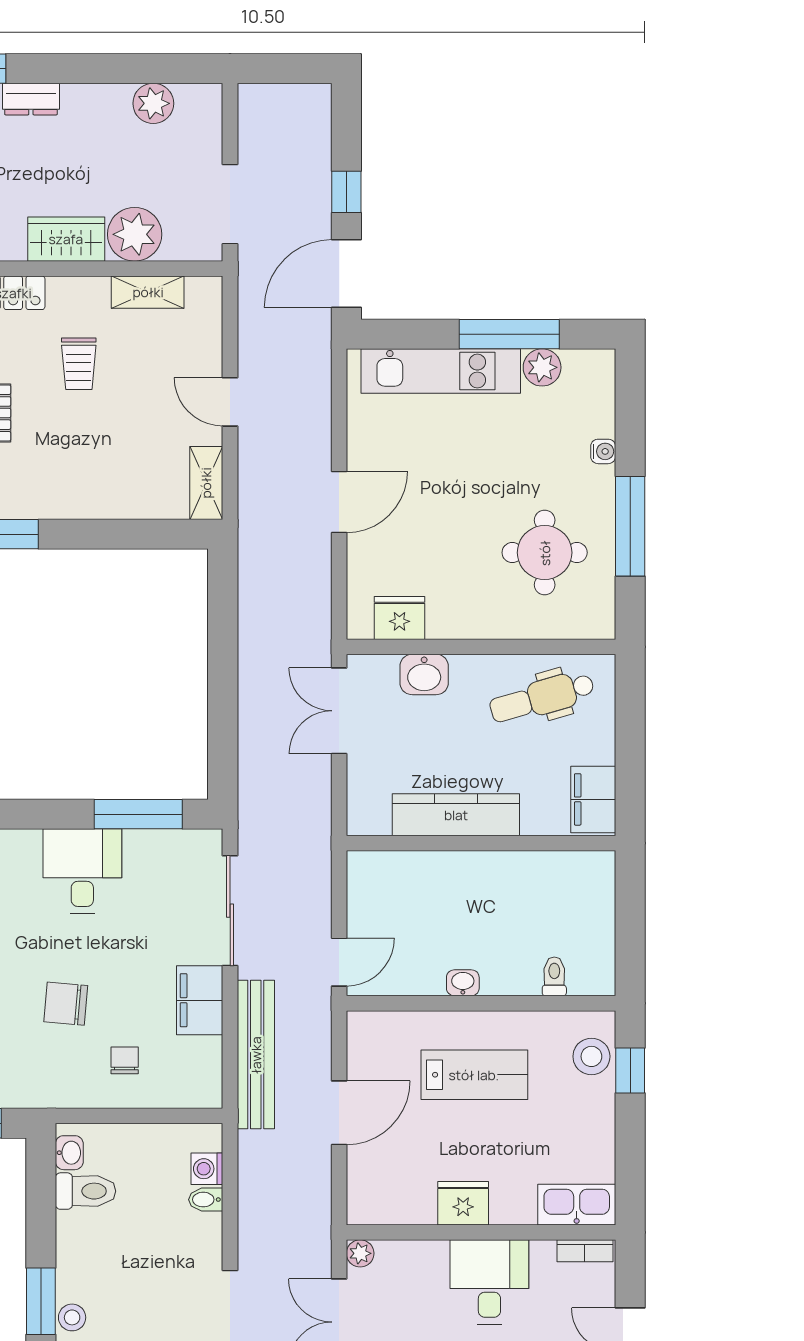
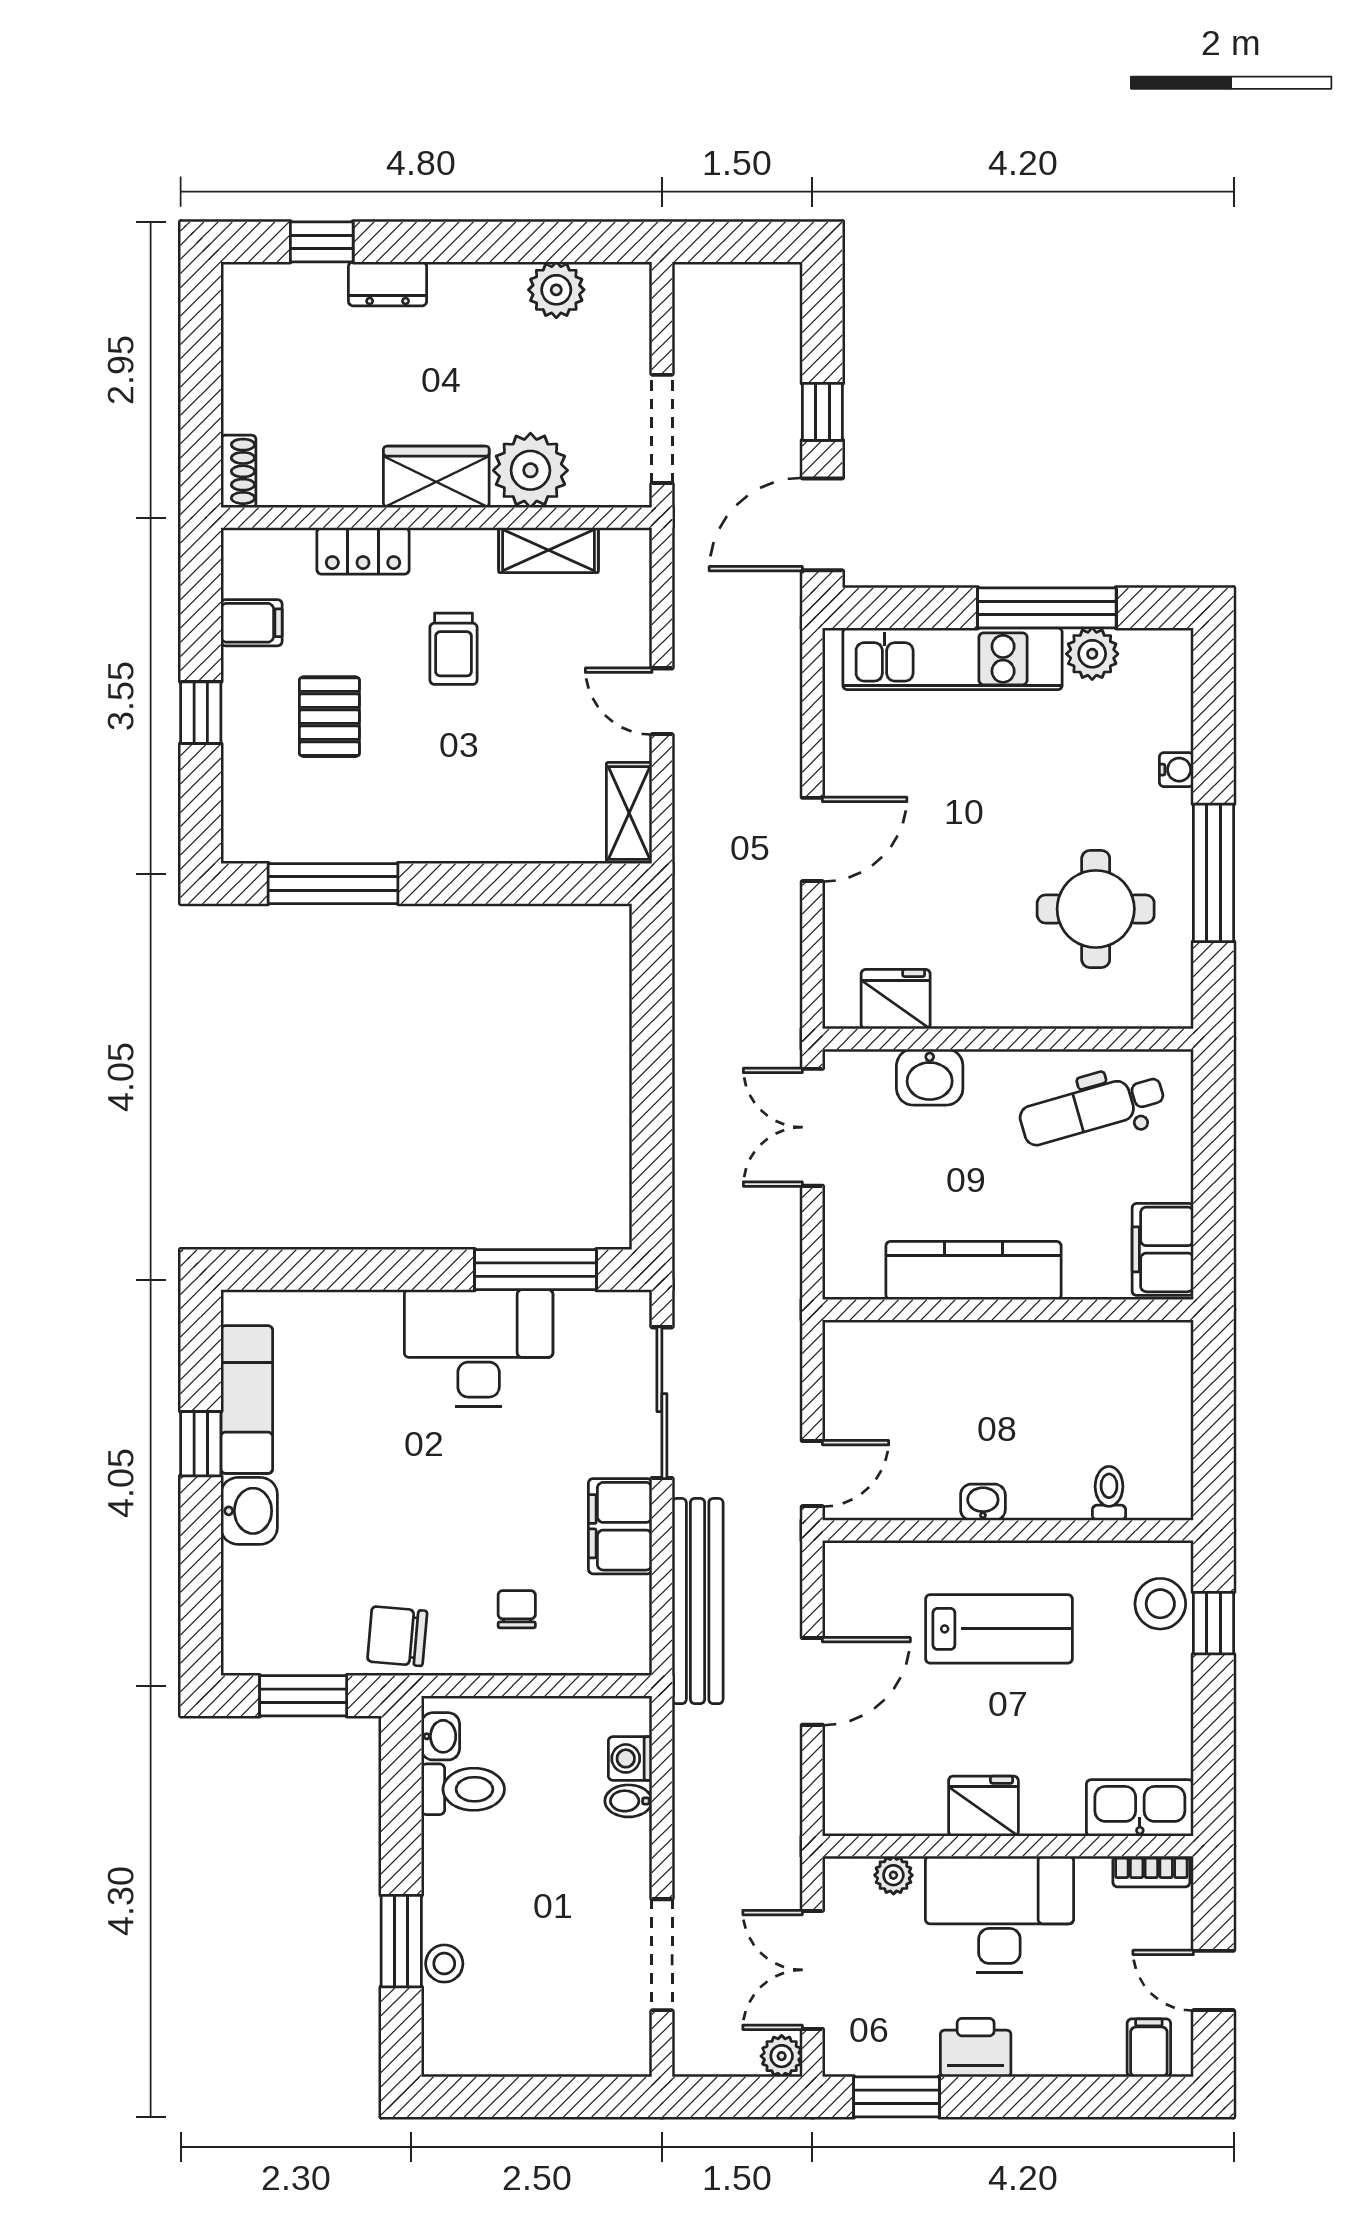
desk: (82, 871) -> (479, 1348), width x1.37
chair: (66, 1004) -> (397, 1636), moved
plant: (360, 1253) -> (893, 1875), moved
desk: (489, 1282) -> (999, 1914), width x1.37

